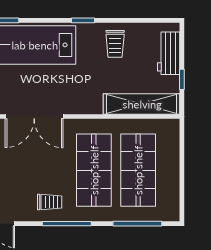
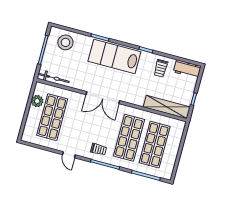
workbench: (169, 53) -> (187, 69), moved, turned -90

